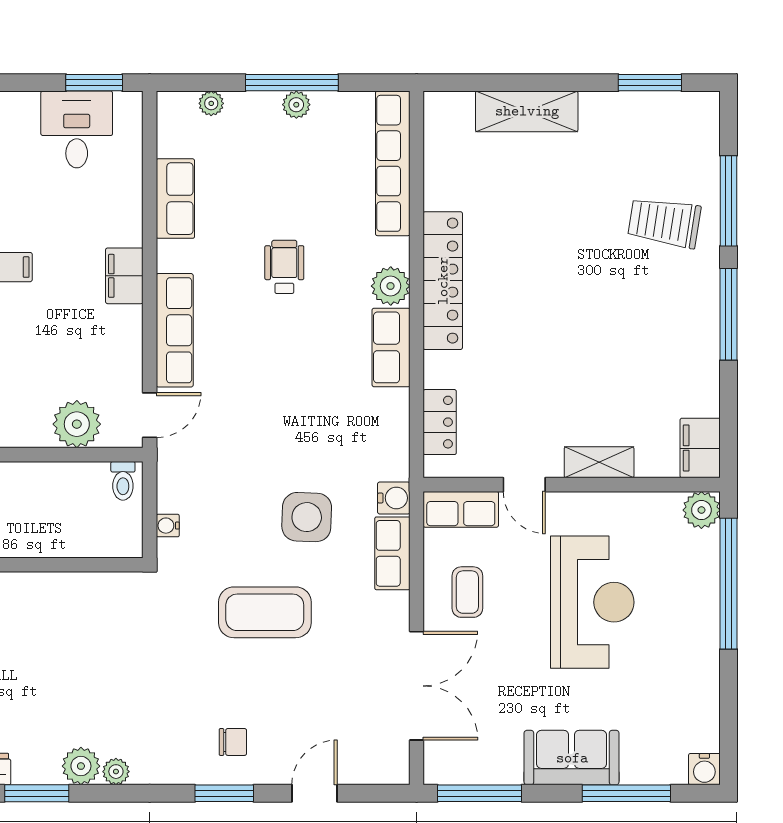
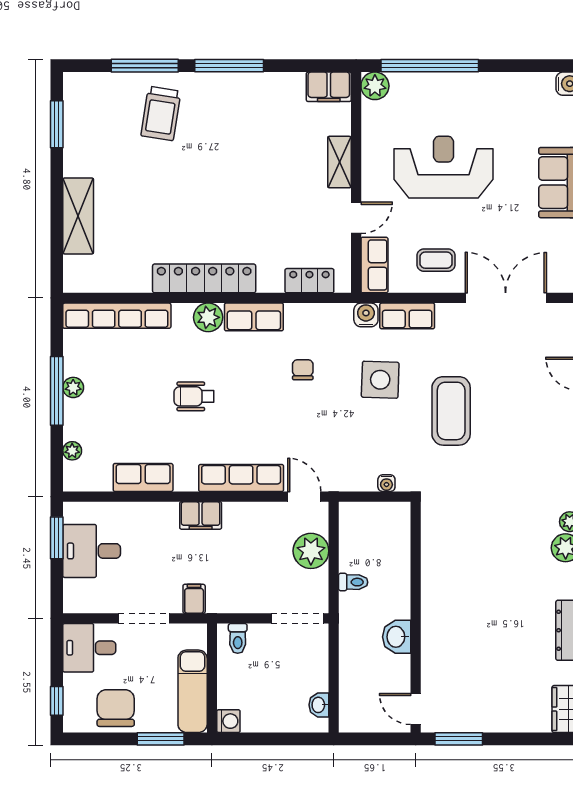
toilet: (123, 481) -> (353, 582), moved
chair: (233, 742) -> (303, 370), moved

